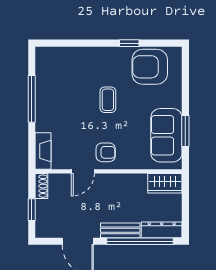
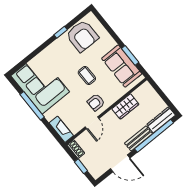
armchair: (150, 67) -> (82, 36), turned -90
corner sofa: (60, 82) -> (40, 84), added
coffee table: (108, 100) -> (87, 76), moved
armchair: (106, 152) -> (96, 102), turned 180
wardrobe: (165, 183) -> (125, 107), moved

